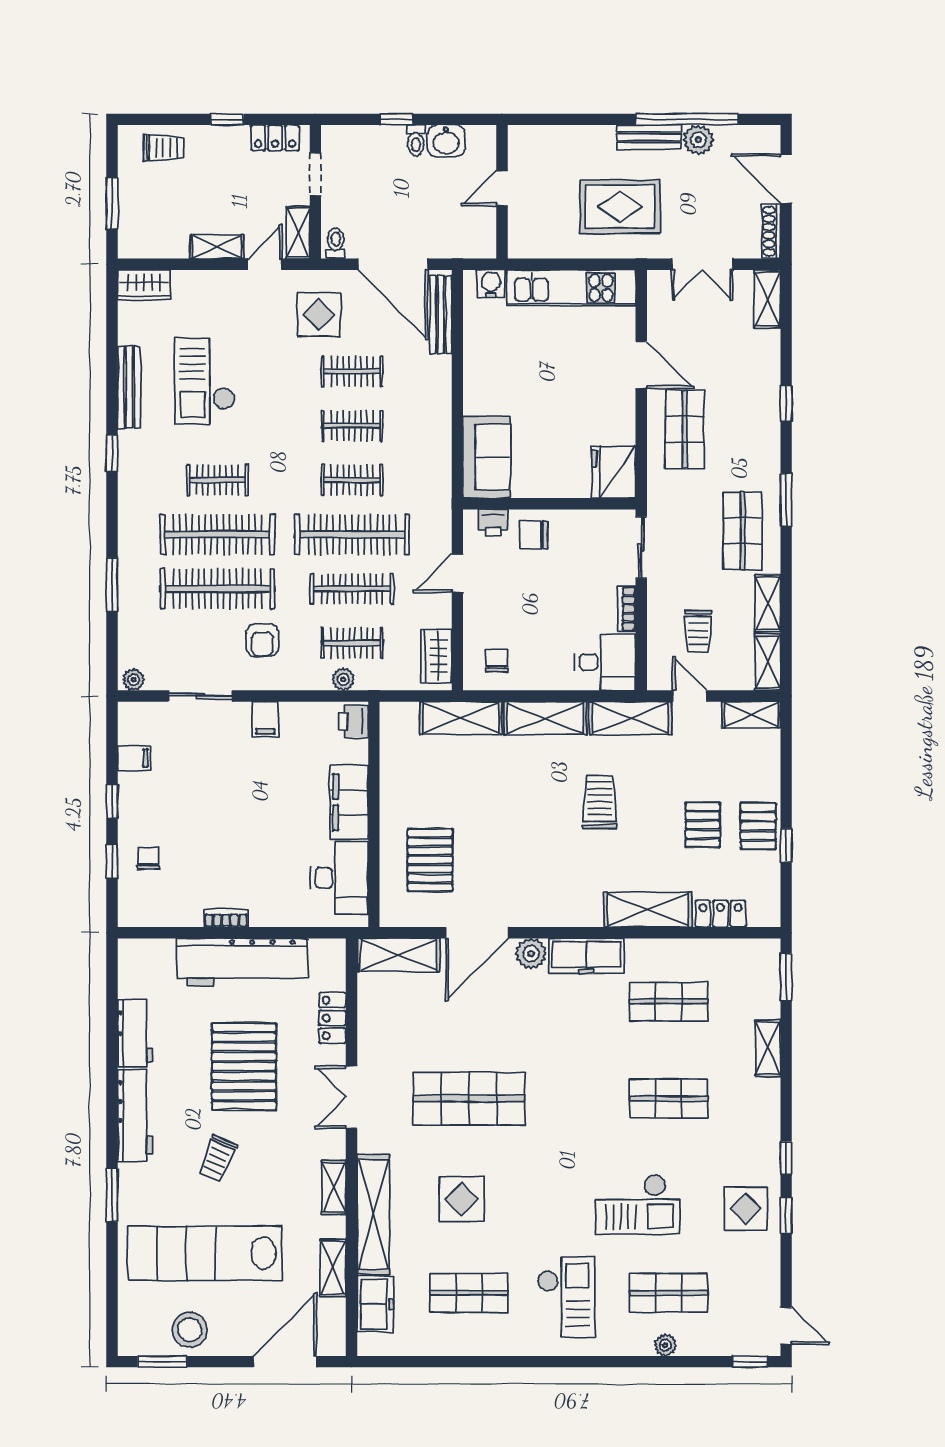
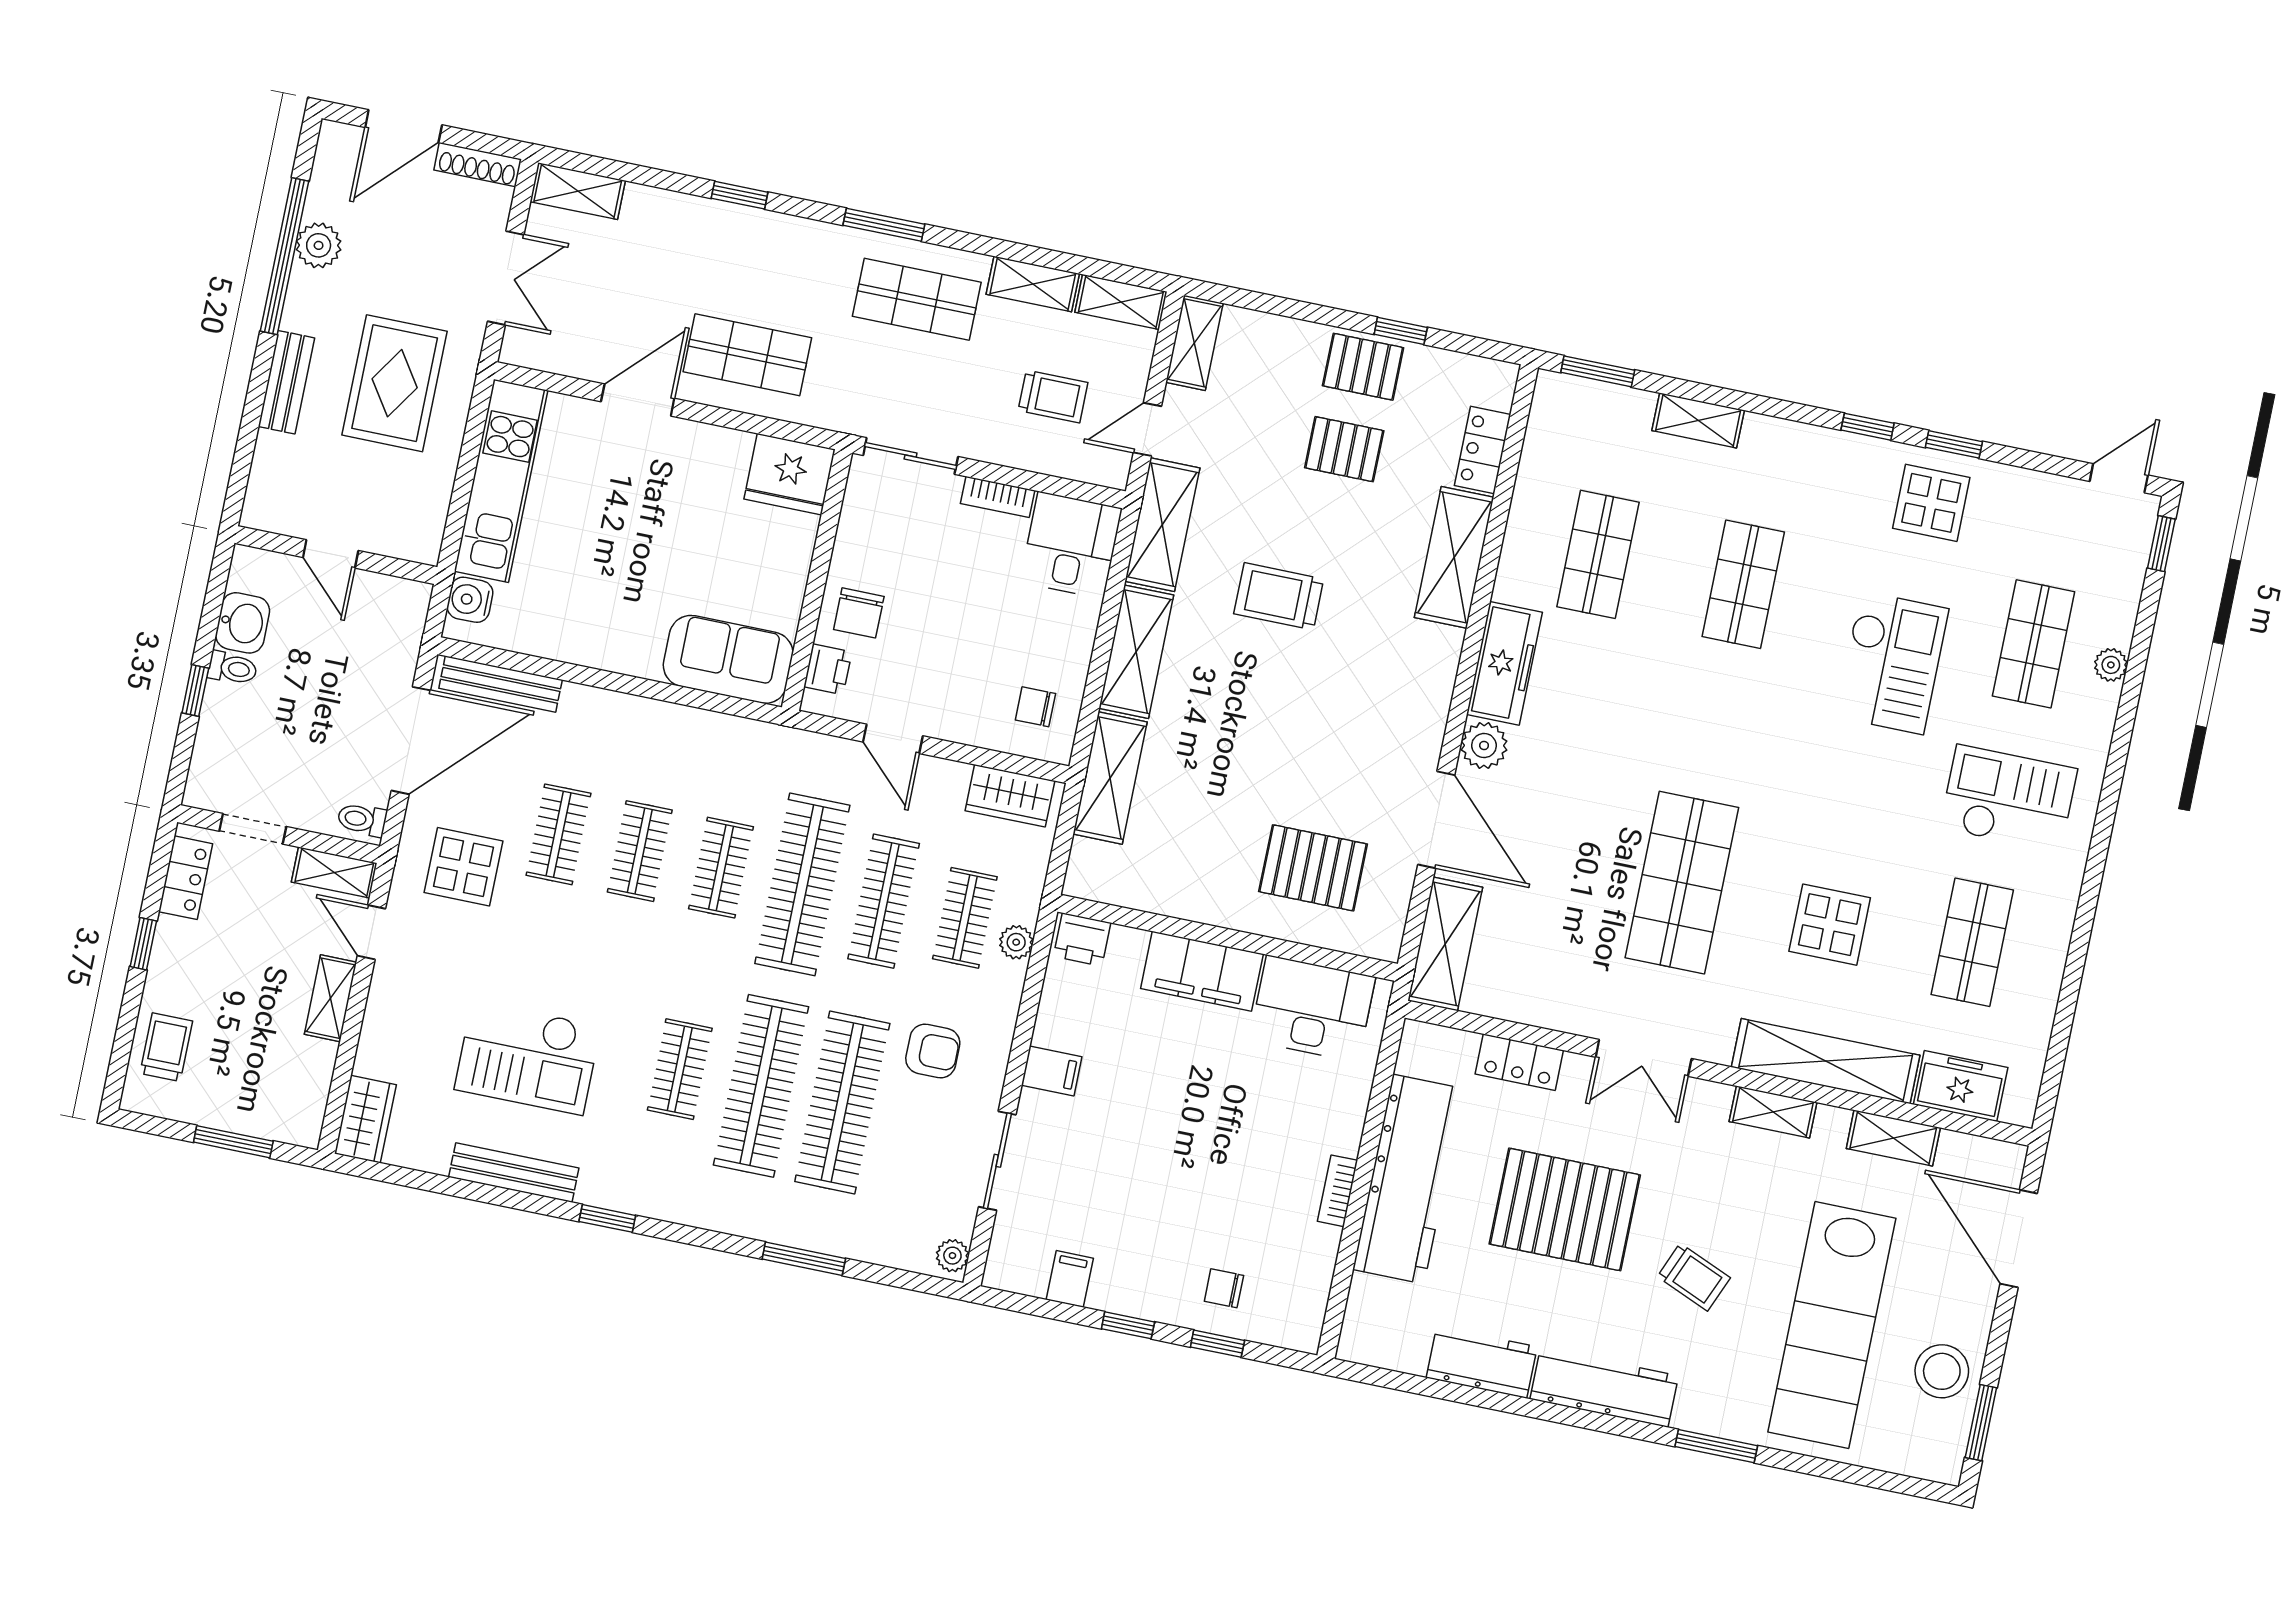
bench: (649, 137) -> (286, 382), moved

